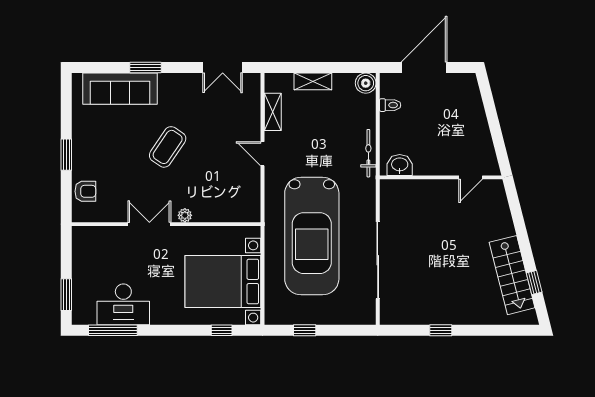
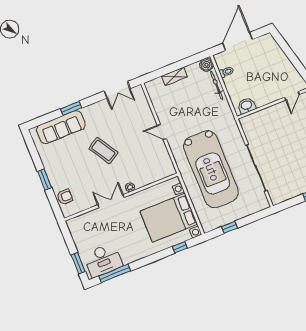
shelving: (273, 112) -> (158, 104), removed
coffee table: (168, 147) -> (103, 151), turned -66
bicycle: (368, 153) -> (217, 85), moved
desk: (123, 304) -> (103, 260), moved

